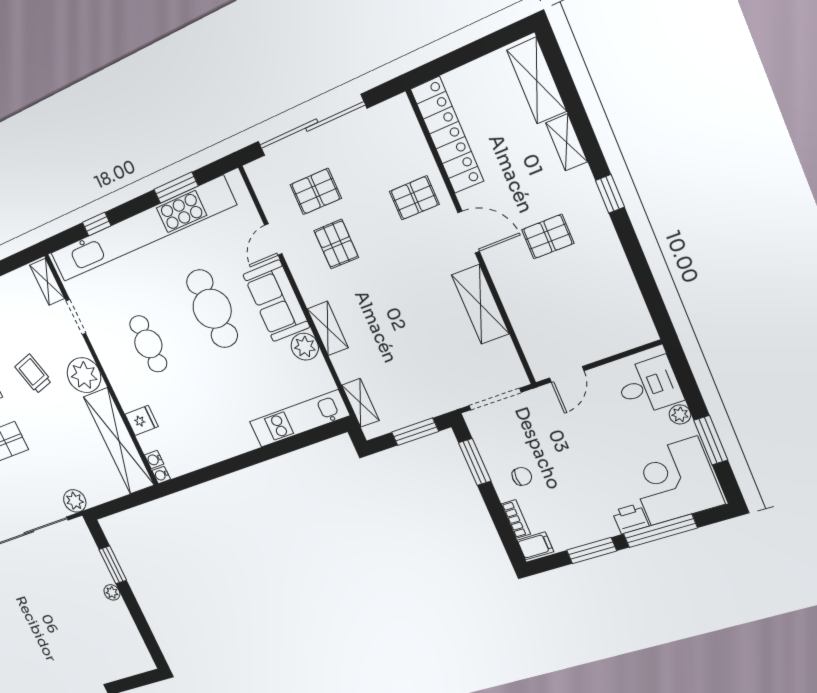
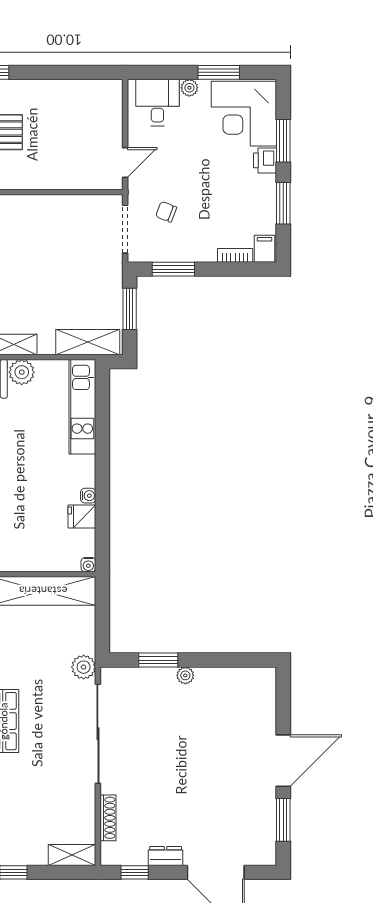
shelving: (480, 304) -> (42, 208), removed
door: (567, 374) -> (125, 163), hinge flipped
shelving: (360, 403) -> (88, 342), width x1.50, depth x1.33
fridge: (142, 420) -> (82, 517), moved, turned -90
water cooler: (154, 460) -> (88, 496), moved, turned -90
chair: (522, 476) -> (166, 212), moved, turned -69
window: (660, 531) -> (283, 141), width x0.69

